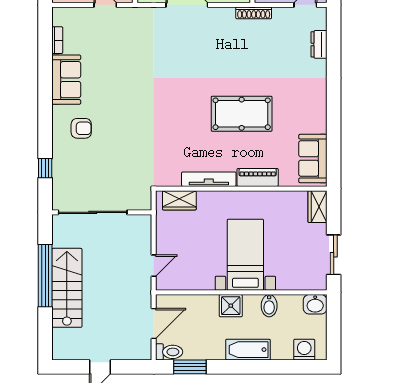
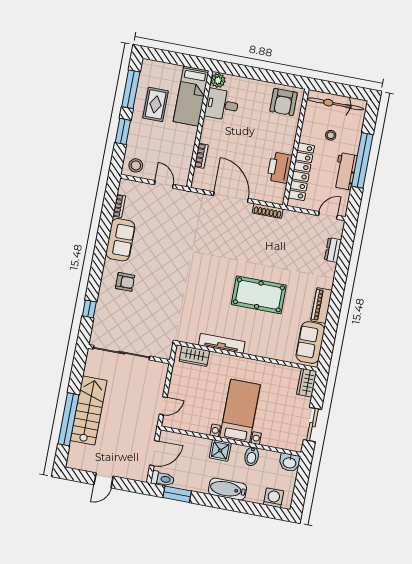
shoe rack: (254, 13) -> (268, 211), moved
piano: (258, 177) -> (321, 306), moved, turned -90
window: (45, 276) -> (68, 419), moved

